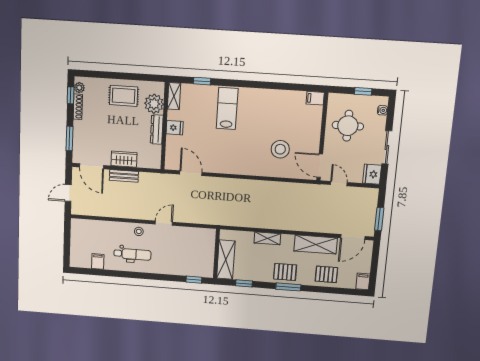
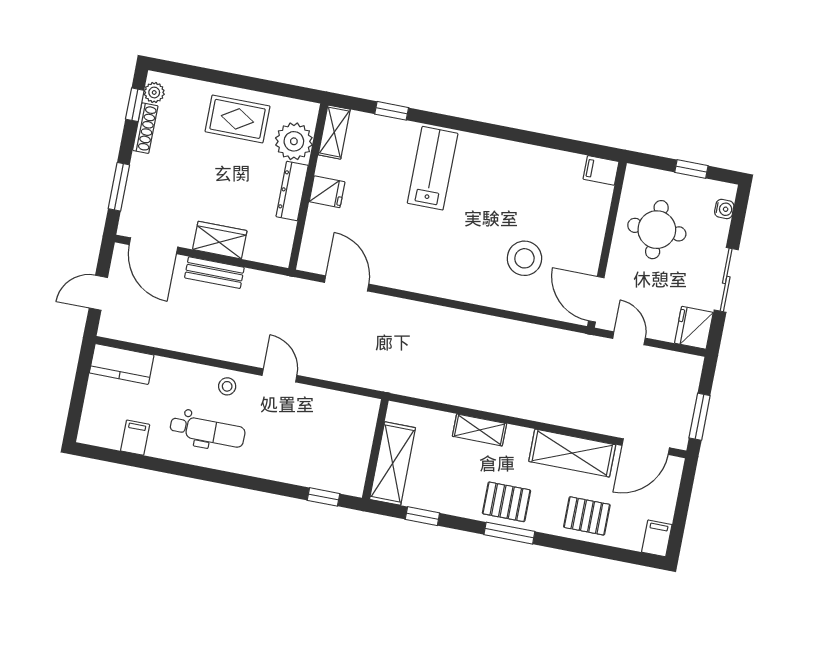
door: (164, 223) -> (279, 375), hinge flipped
kitchen counter: (85, 227) -> (122, 364), added

